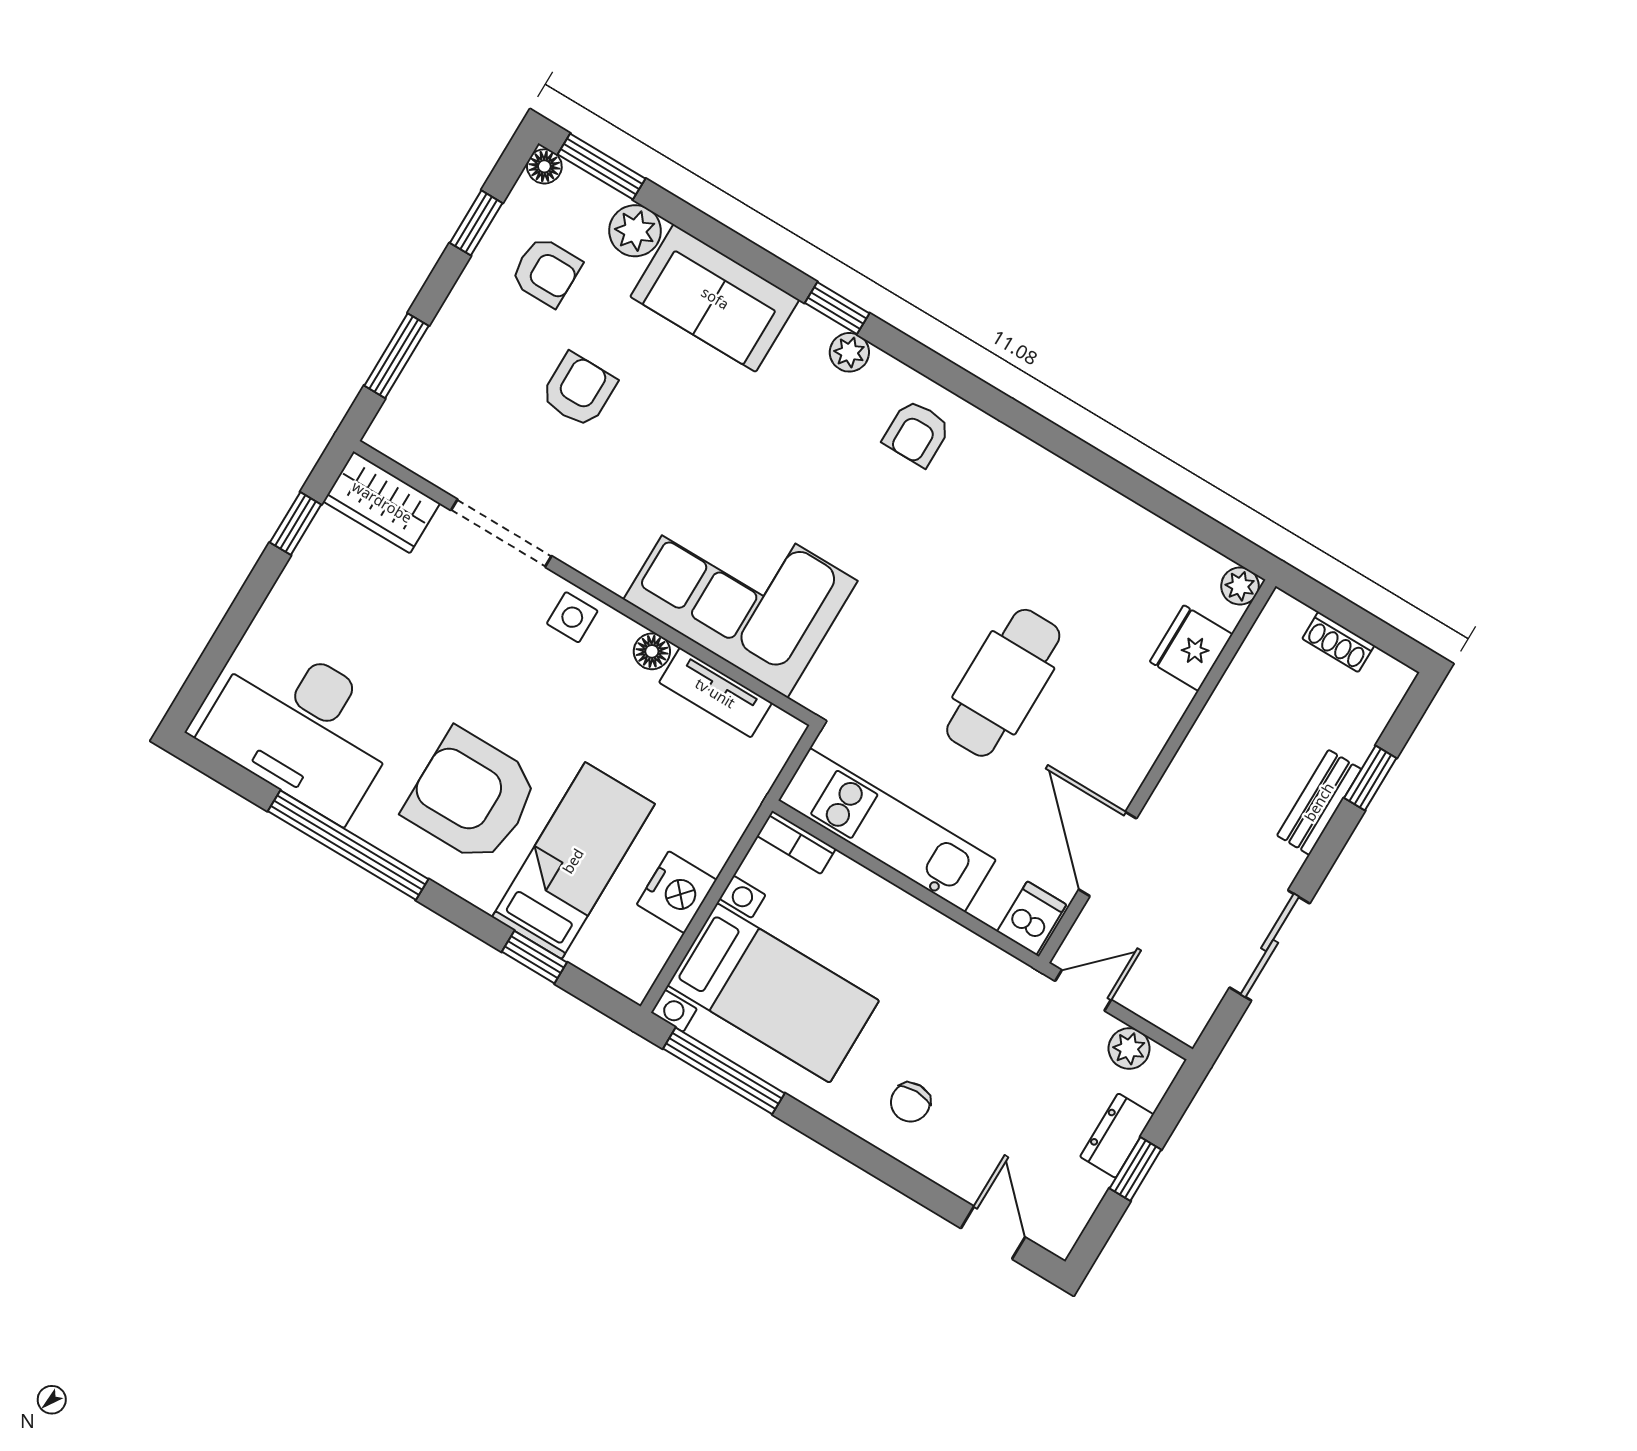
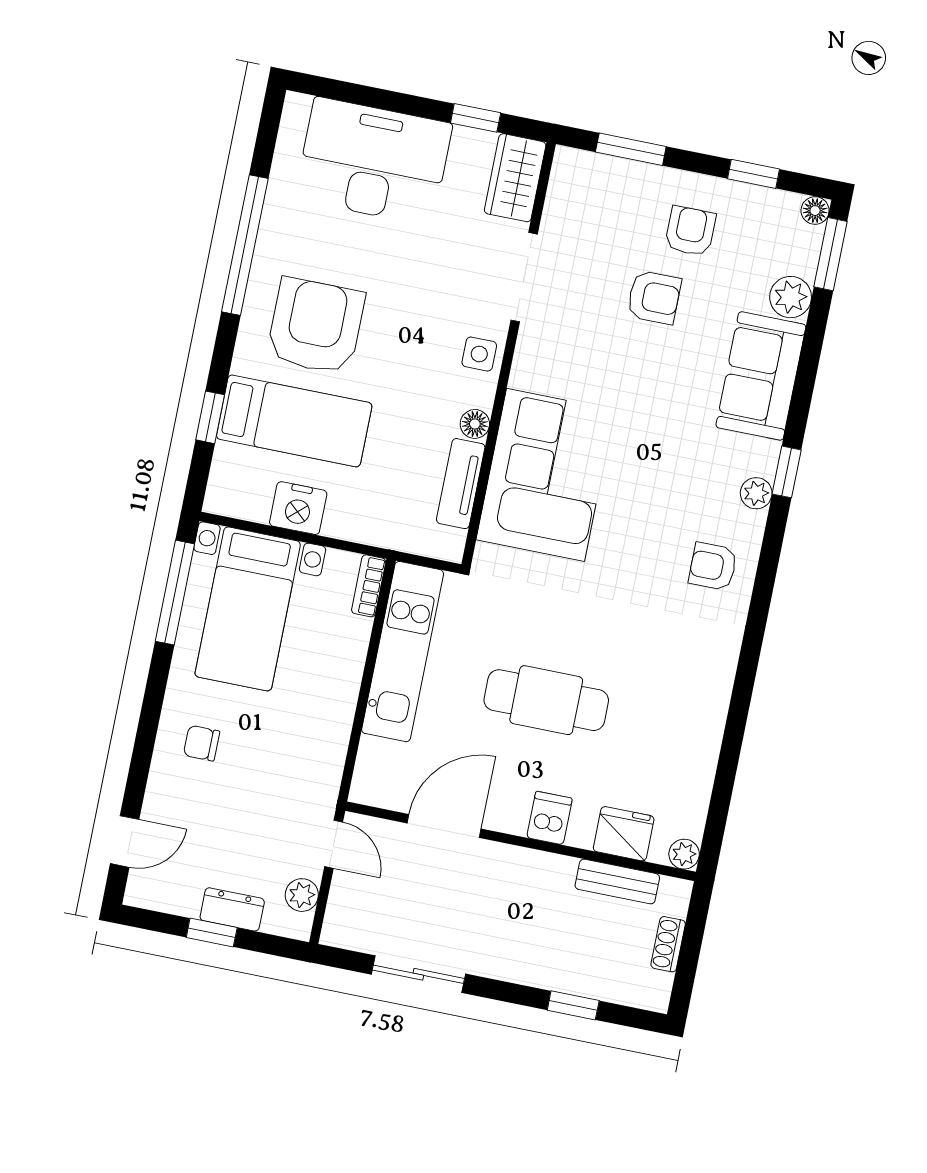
armchair: (546, 272) -> (690, 231), moved, turned 180
desk: (303, 727) -> (374, 161), moved, turned 90
bench: (1319, 802) -> (617, 882), moved
dishwasher: (1032, 918) -> (549, 818), moved, turned -90

